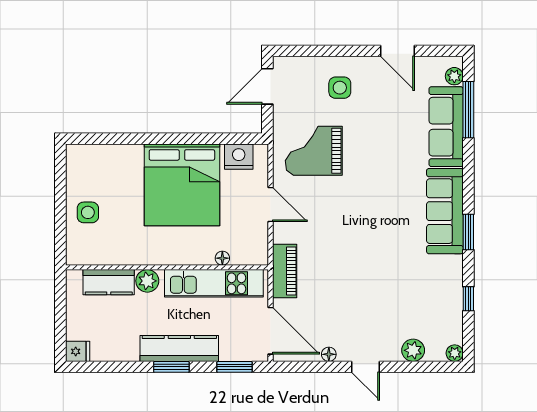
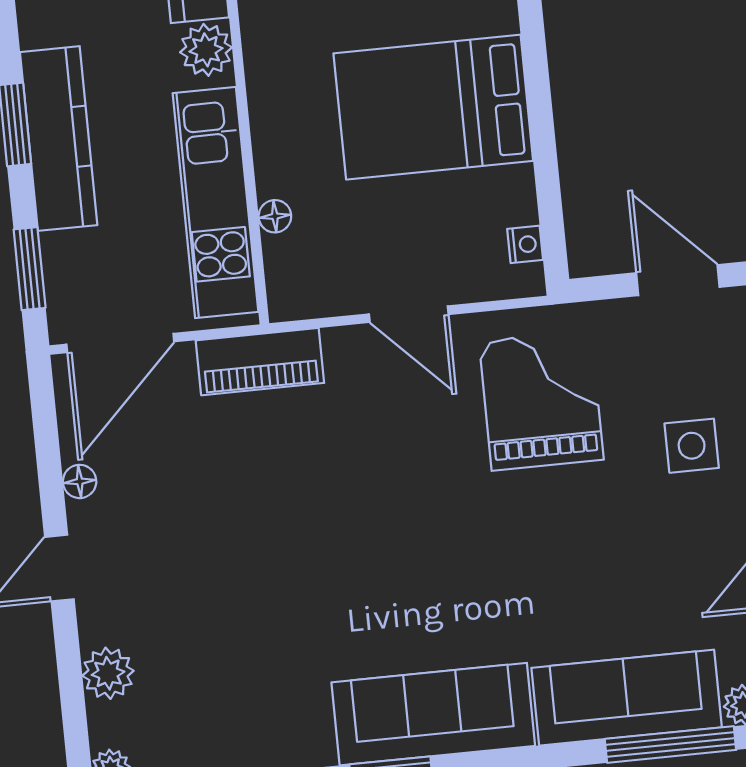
nightstand: (239, 157) -> (525, 244), width x0.53, depth x0.56
bed: (182, 185) -> (433, 107), width x0.73
door: (271, 204) -> (409, 314), hinge flipped

